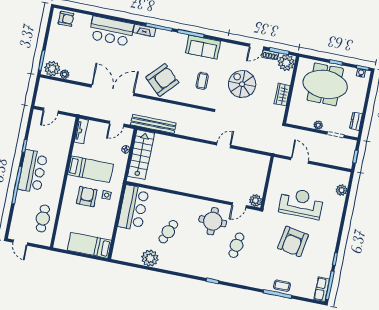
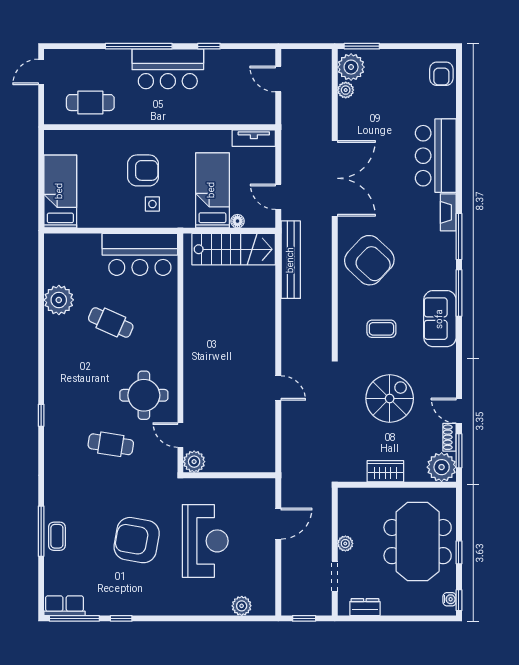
bed: (90, 169) -> (212, 190), moved, turned 180

